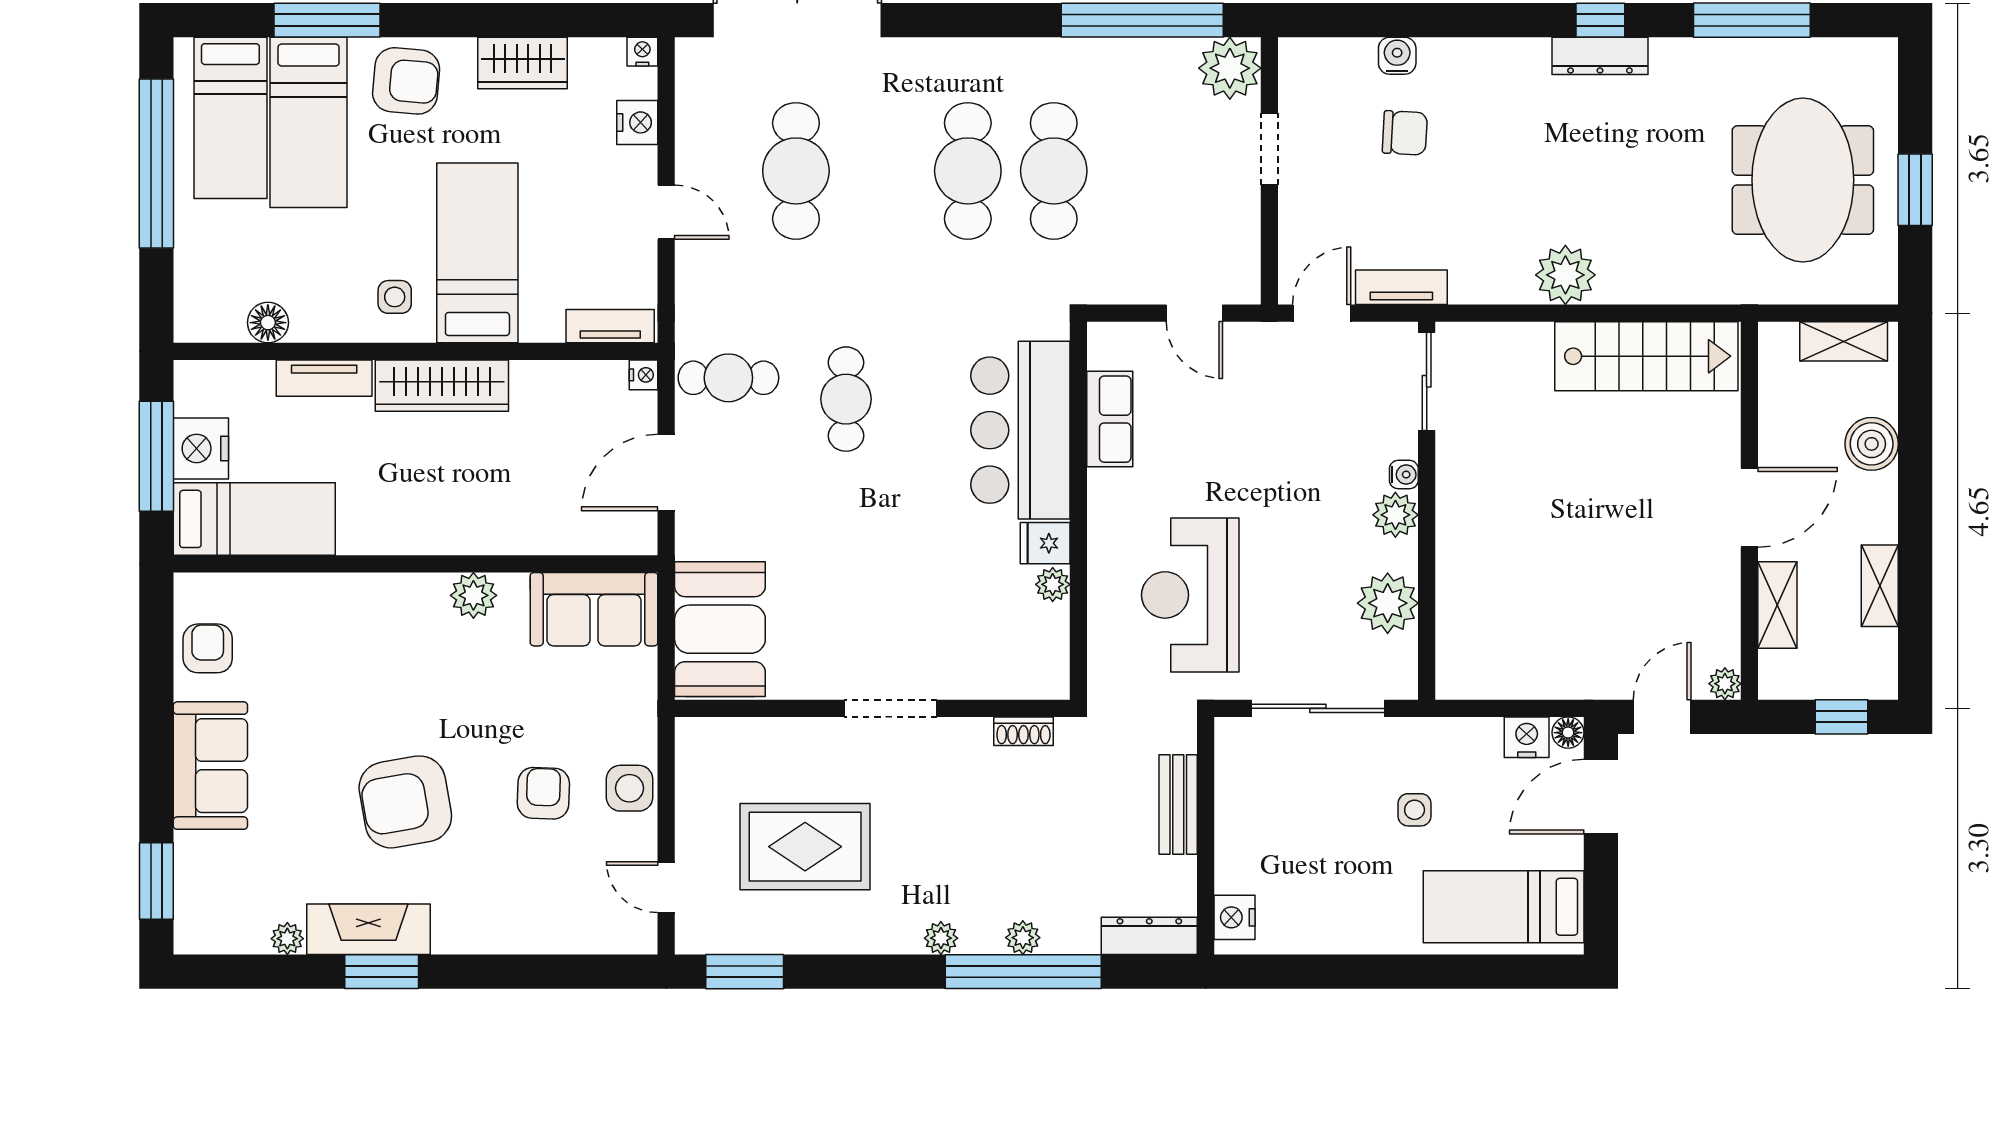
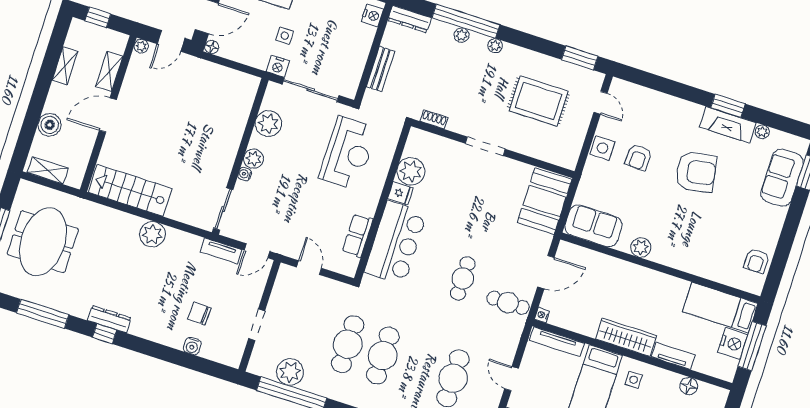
plant: (1230, 68) -> (290, 372), moved
tv unit: (610, 326) -> (557, 342), width x1.41
plant: (1053, 584) -> (411, 171), width x1.87, depth x1.87
nightstand: (1527, 737) -> (278, 66), moved
sofa: (210, 766) -> (782, 178), moved

